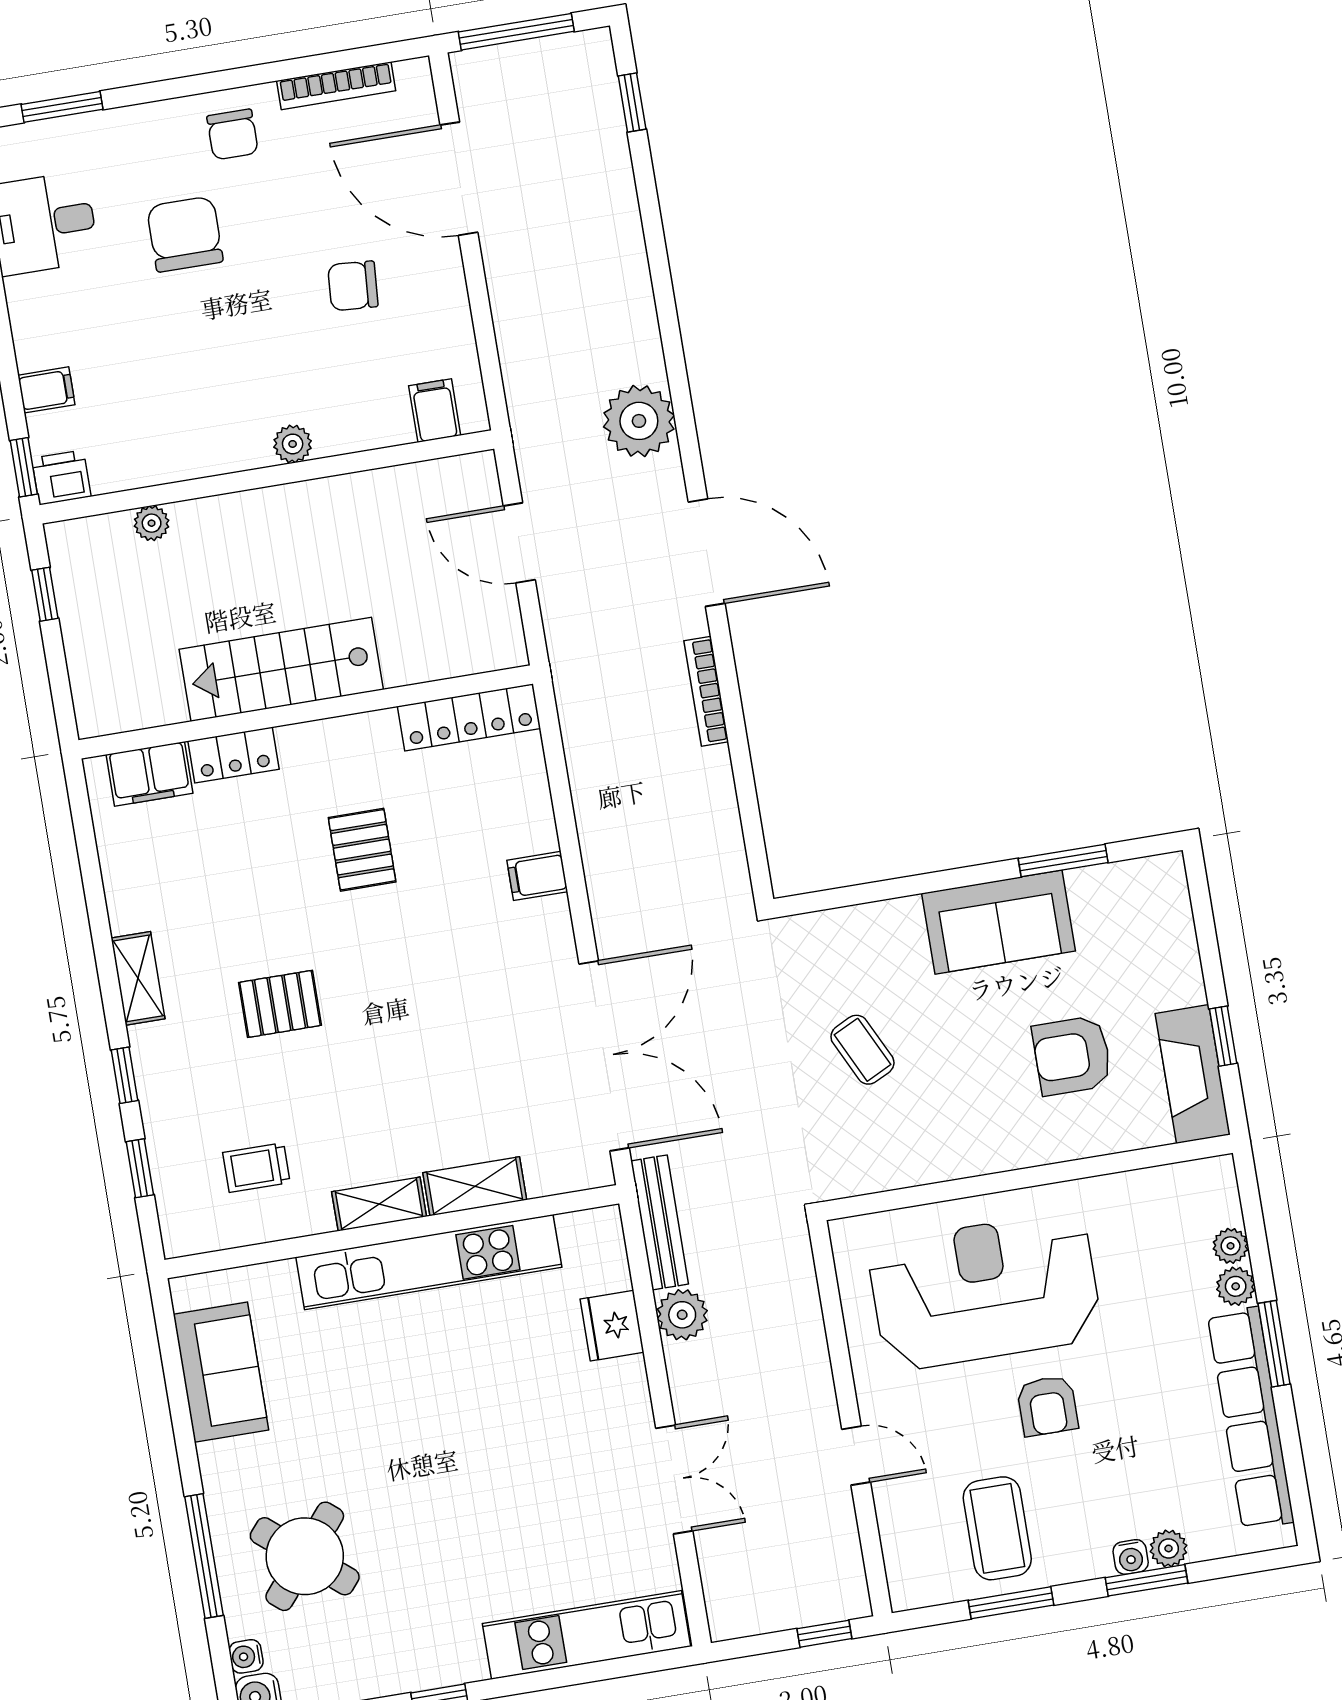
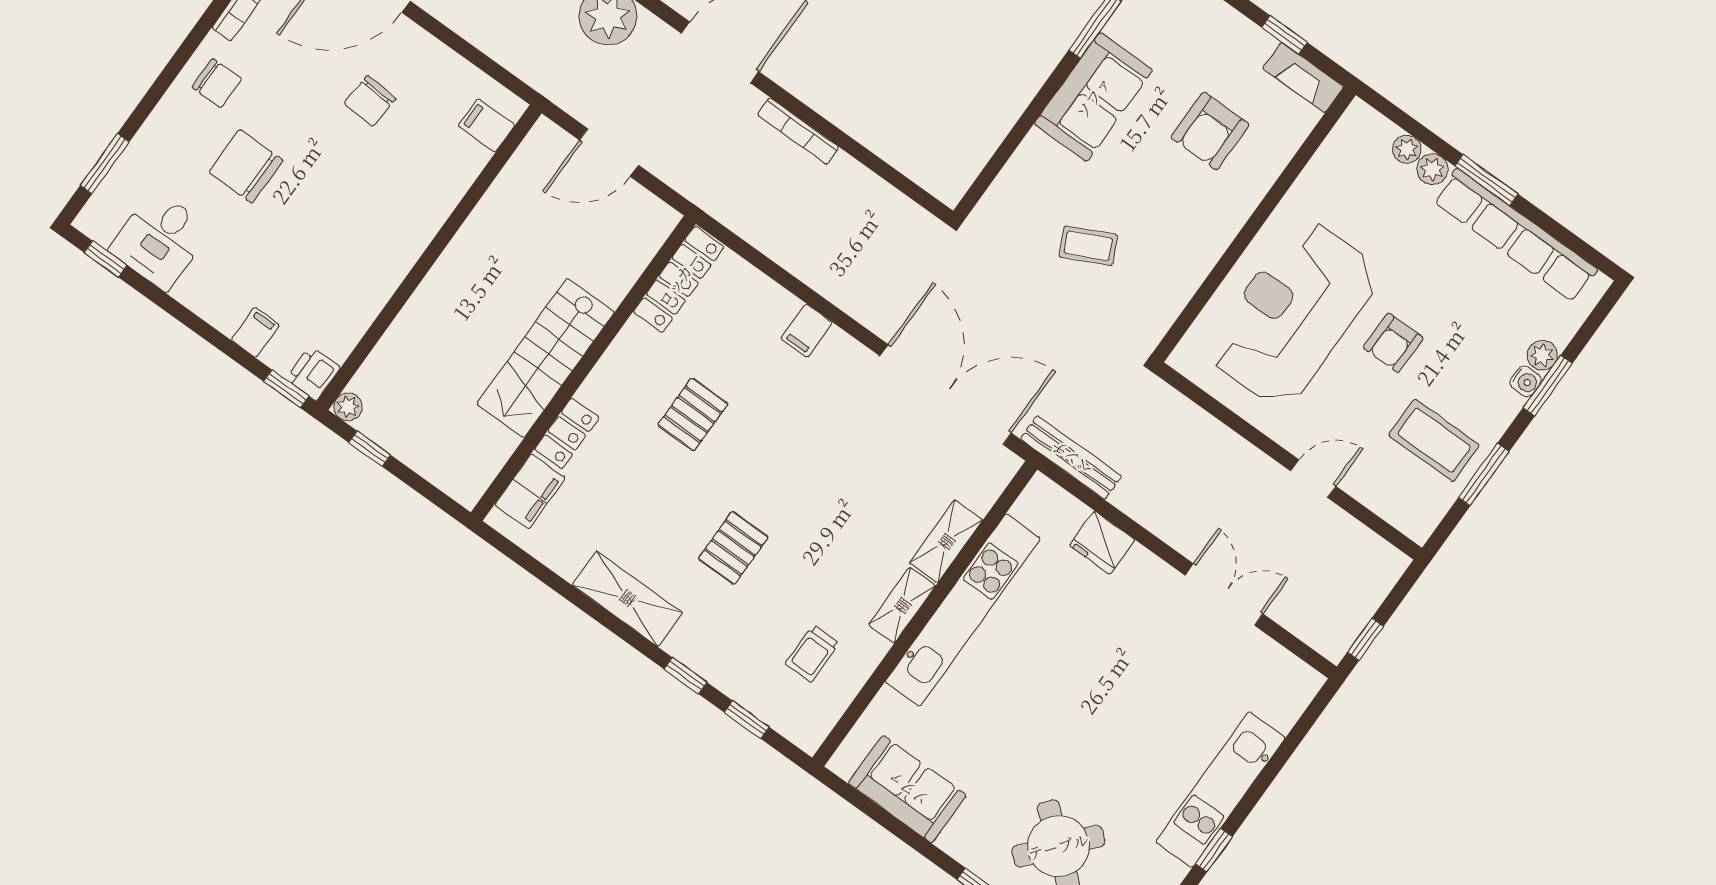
plant: (293, 444) -> (425, 224), removed
plant: (152, 523) -> (348, 407), moved
pallet: (362, 850) -> (693, 414), turned 90
shelving: (138, 978) -> (627, 599), width x1.50, depth x1.33
fireplace: (1193, 1074) -> (1303, 77), width x0.73, depth x0.76
plant: (682, 1315) -> (1136, 497), removed
armchair: (1047, 1406) -> (1393, 343), turned 90
window: (824, 1634) -> (1365, 639), moved
kitchen unit: (587, 1635) -> (1220, 790), moved

